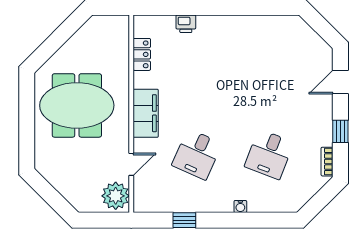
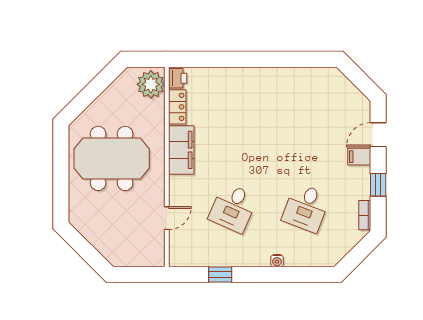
printer: (186, 24) -> (178, 78), moved, turned -90
filing cabinet: (322, 104) -> (359, 157), added
filing cabinet: (146, 113) -> (181, 150), moved
plant: (116, 196) -> (151, 84), moved

